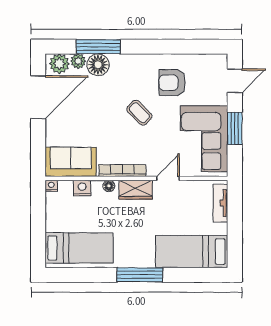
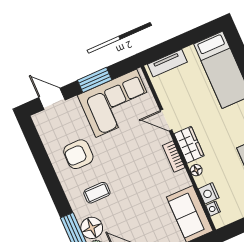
armchair: (172, 83) -> (78, 154), turned 90
coffee table: (139, 113) -> (97, 193), moved, turned 45
bookcase: (122, 171) -> (174, 156), width x0.64
nightstand: (51, 186) -> (213, 209), moved

